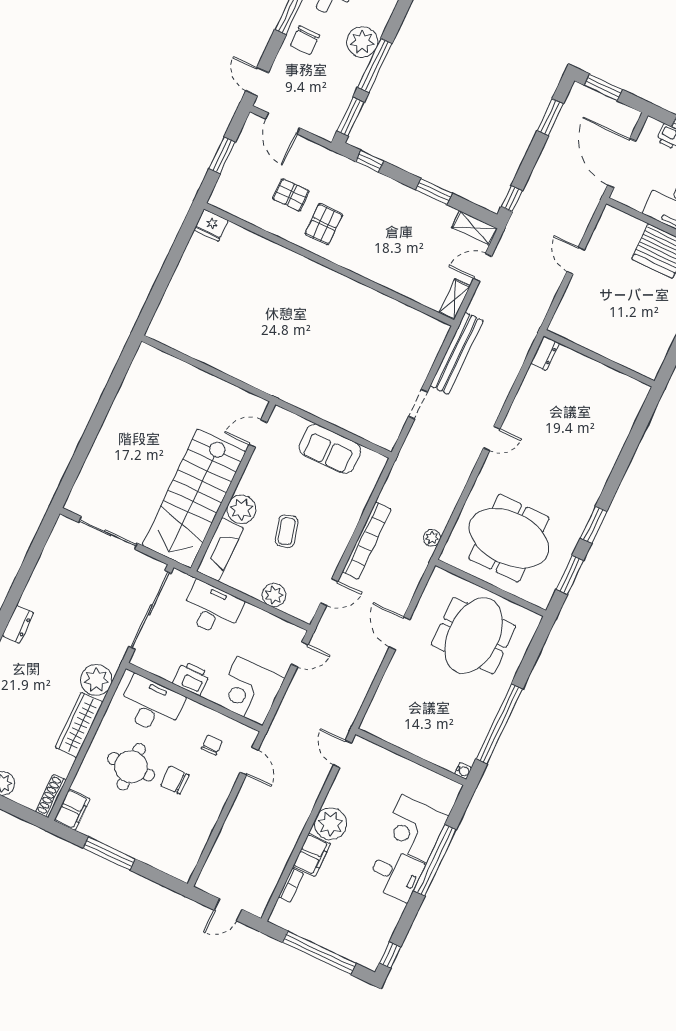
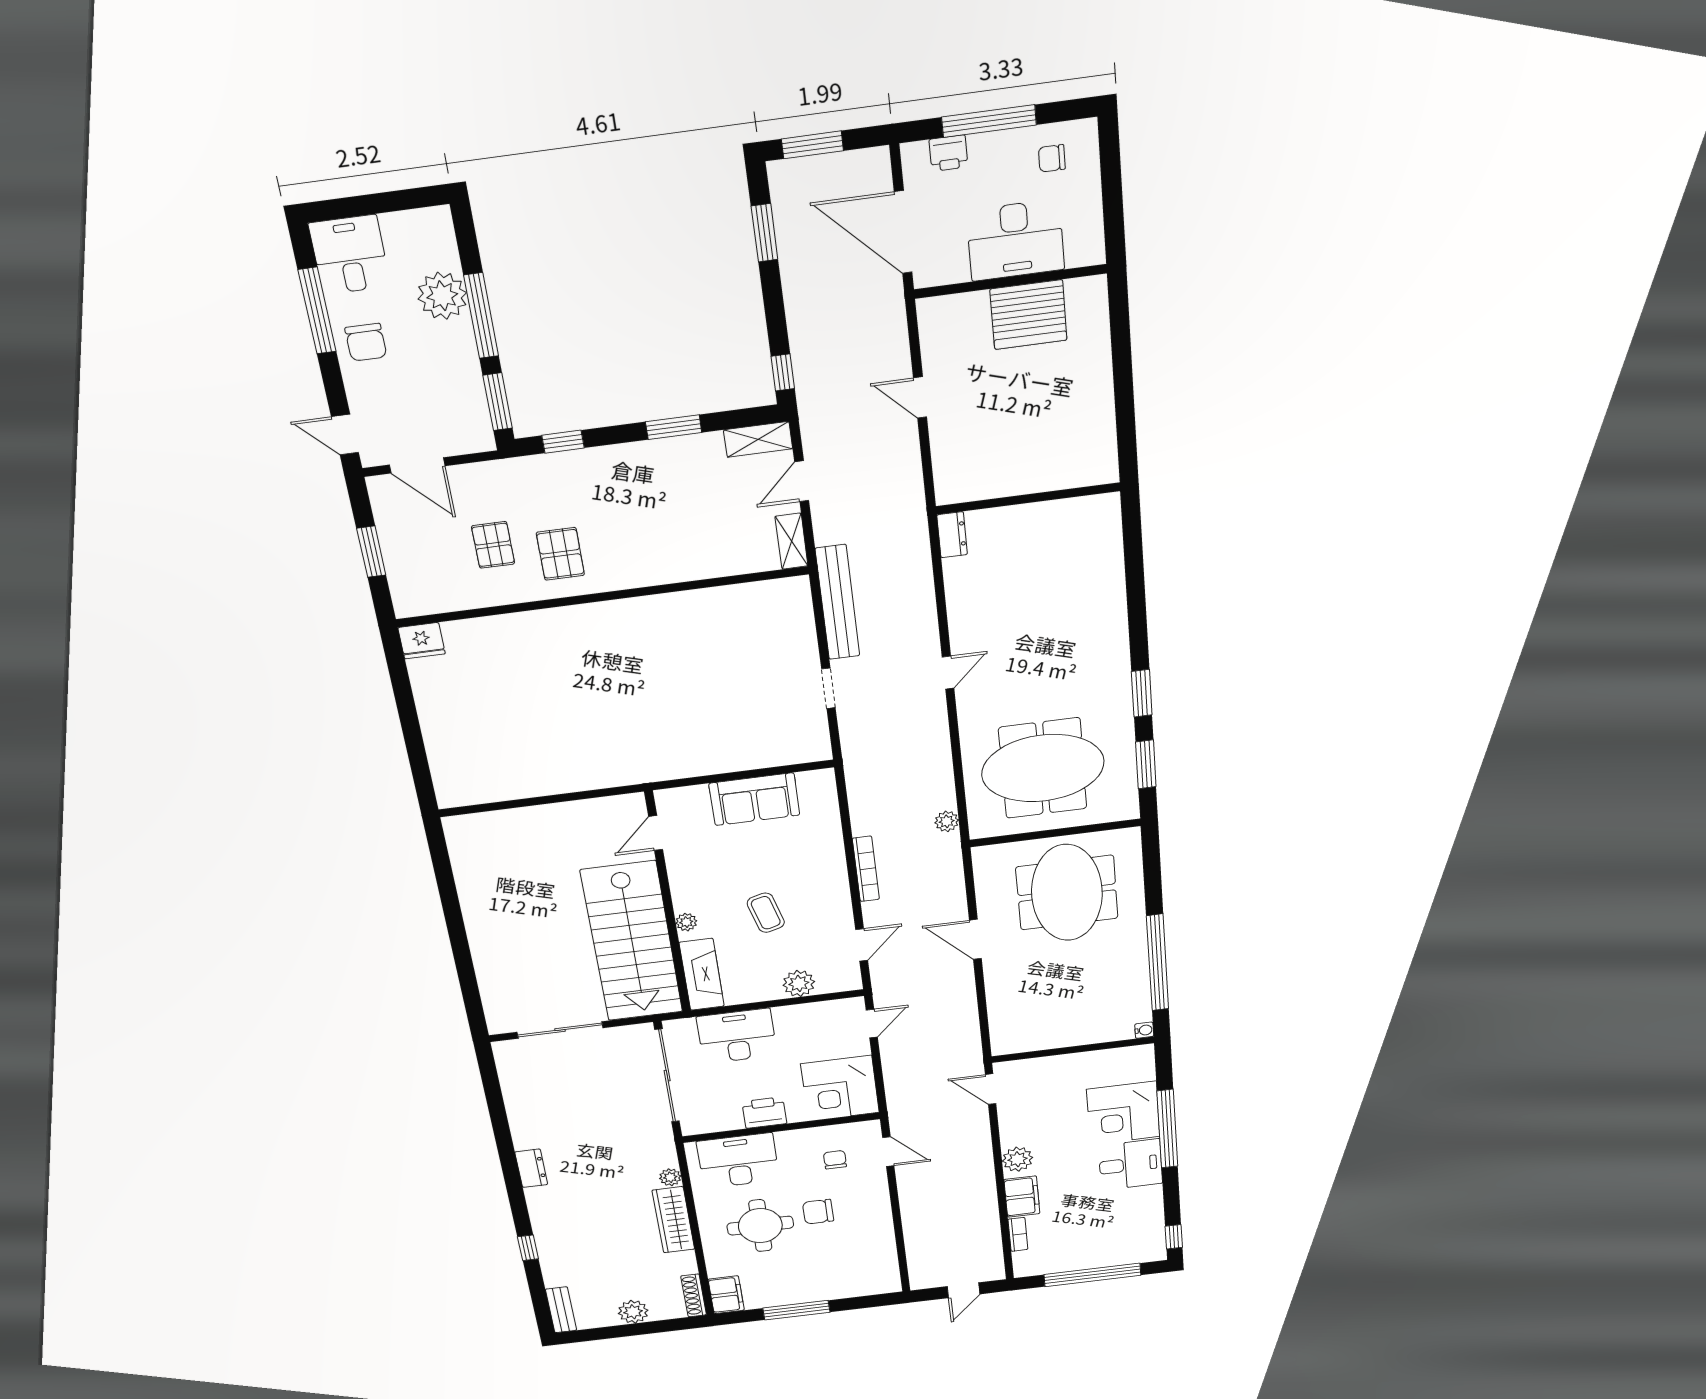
pallet: (291, 195) -> (493, 545), turned 90
plant: (241, 509) -> (686, 922), width x0.53, depth x0.53
bookcase: (367, 540) -> (866, 869), width x0.68, depth x0.76
plant: (96, 680) -> (670, 1177), width x0.53, depth x0.53
plant: (331, 824) -> (1017, 1159), width x0.73, depth x0.73

